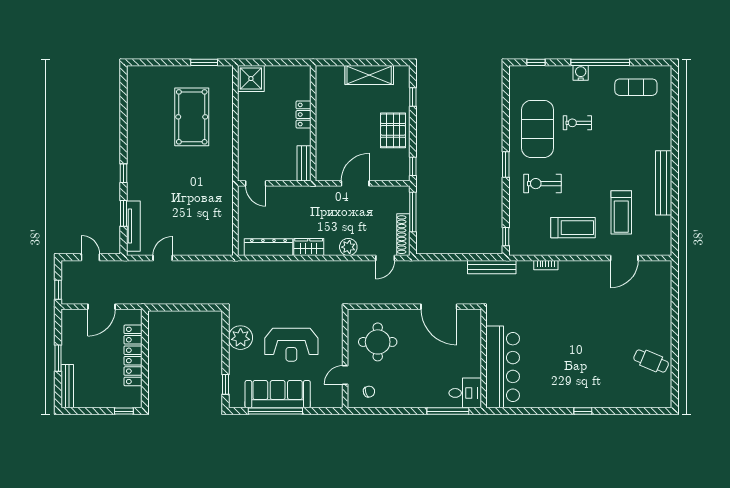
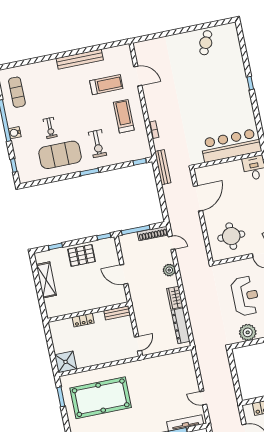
pool table: (192, 117) -> (101, 398), width x1.36, depth x1.32

